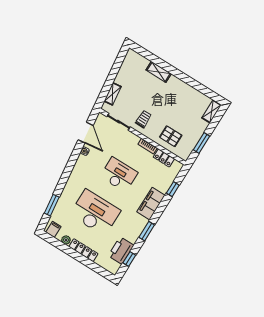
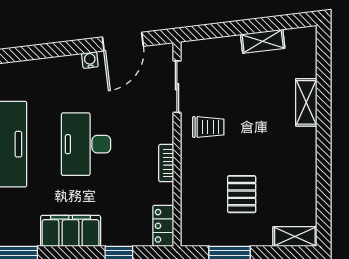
shelving: (113, 94) -> (263, 41), moved
pallet: (171, 136) -> (242, 194), moved
locker: (164, 158) -> (163, 226), moved
desk: (119, 175) -> (86, 144), turned 180

